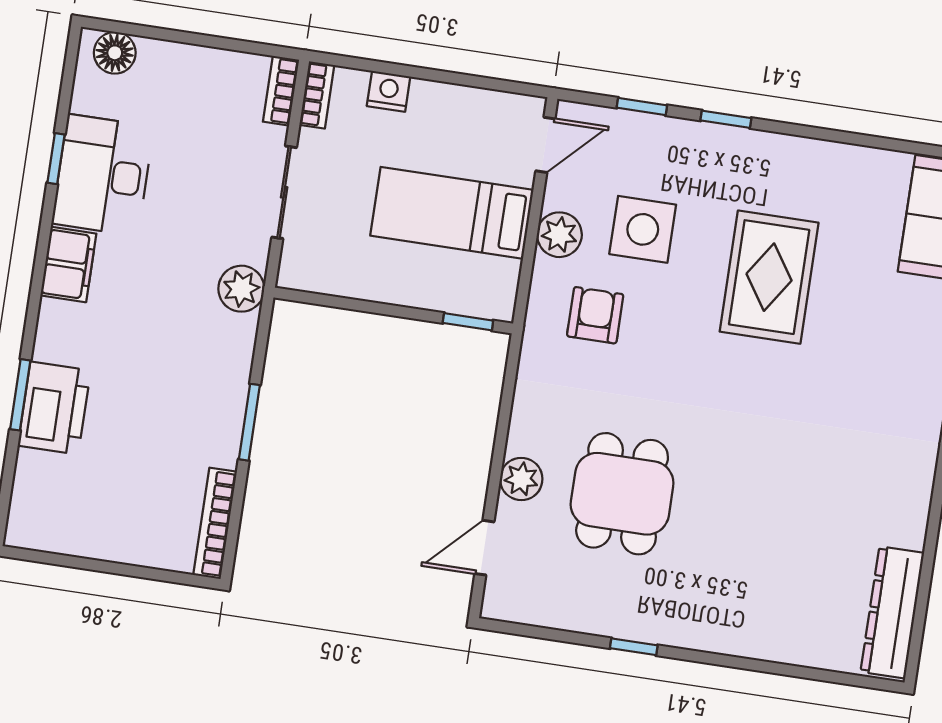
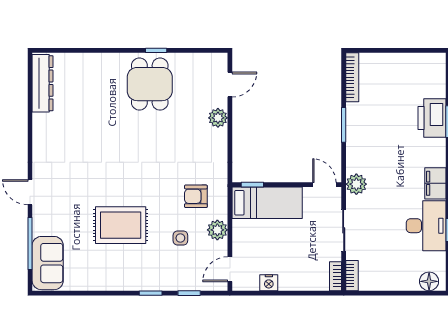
nightstand: (389, 91) -> (269, 283), moved
bed: (452, 213) -> (267, 203), moved
side table: (643, 229) -> (180, 238), width x0.54, depth x0.54
rug: (769, 277) -> (121, 225), turned 90
door: (311, 298) -> (324, 185), added
armchair: (595, 315) -> (196, 196), turned 90
dining table: (622, 494) -> (150, 84), moved

